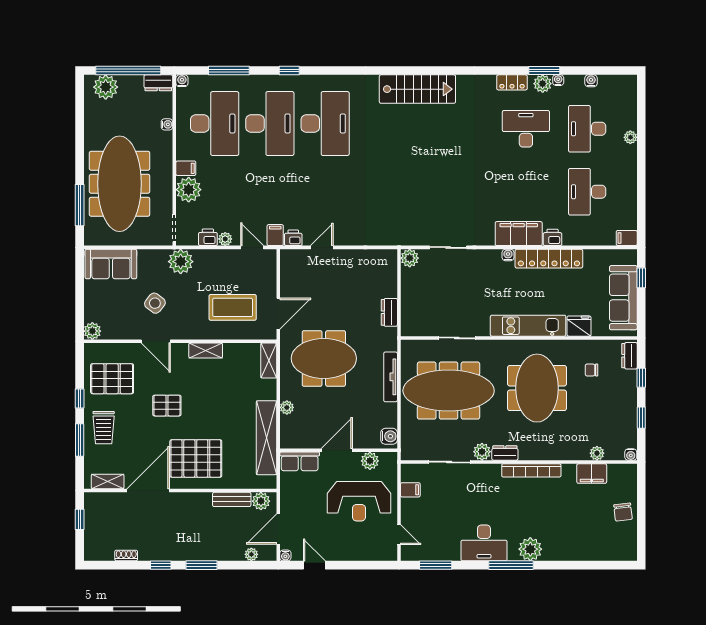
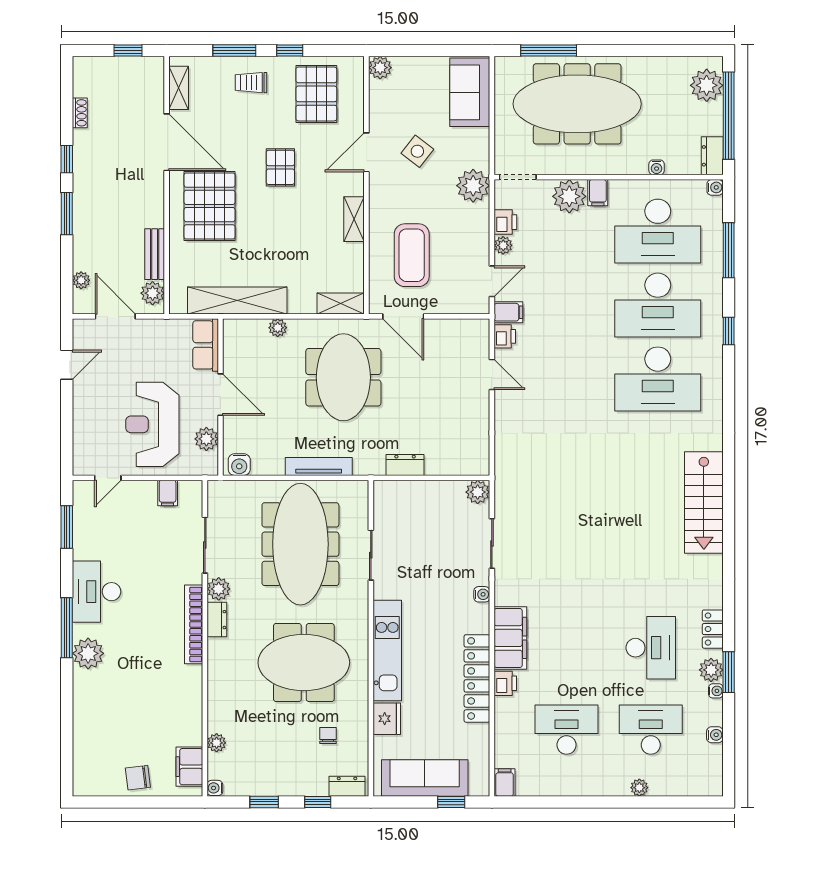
water cooler: (508, 255) -> (482, 594), moved
trolley: (104, 428) -> (251, 83), width x0.73, depth x0.72
bookcase: (531, 470) -> (194, 624), moved
filing cabinet: (592, 474) -> (189, 767), moved
water cooler: (285, 555) -> (80, 326), removed

